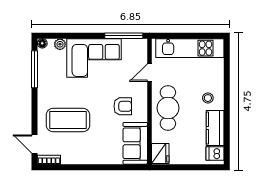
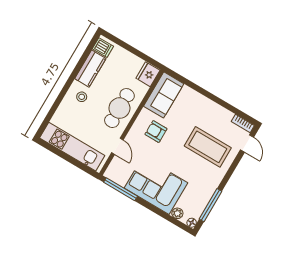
door: (149, 73) -> (117, 146), hinge flipped

